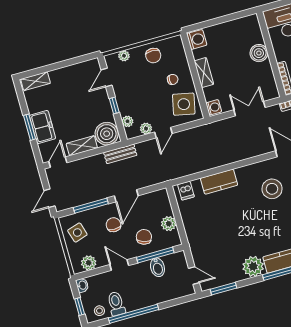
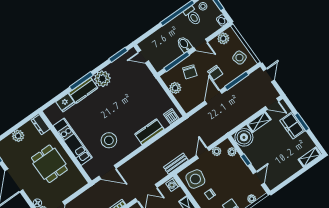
bench: (120, 154) -> (176, 164), moved
door: (58, 162) -> (272, 104), hinge flipped
bidet: (157, 267) -> (184, 44), moved

